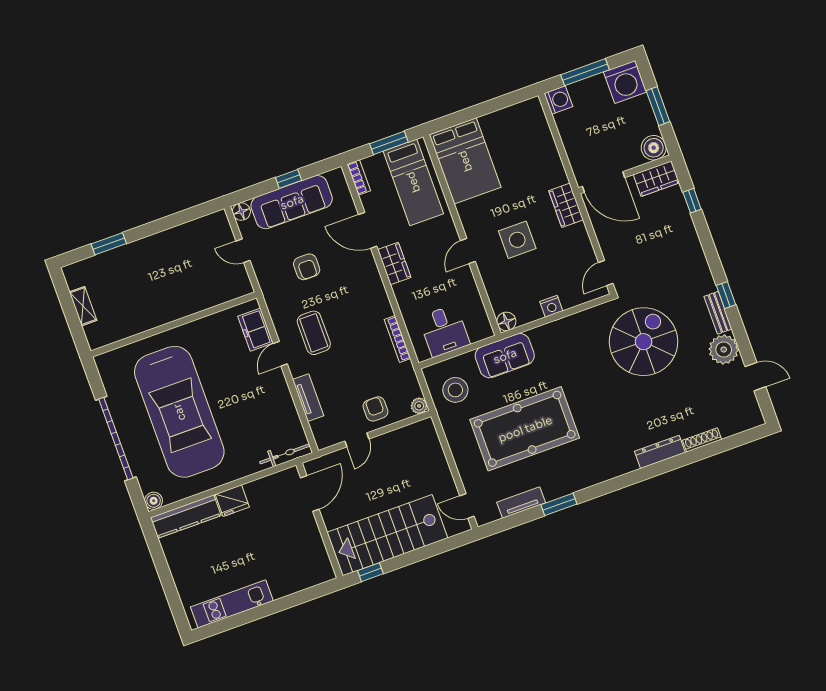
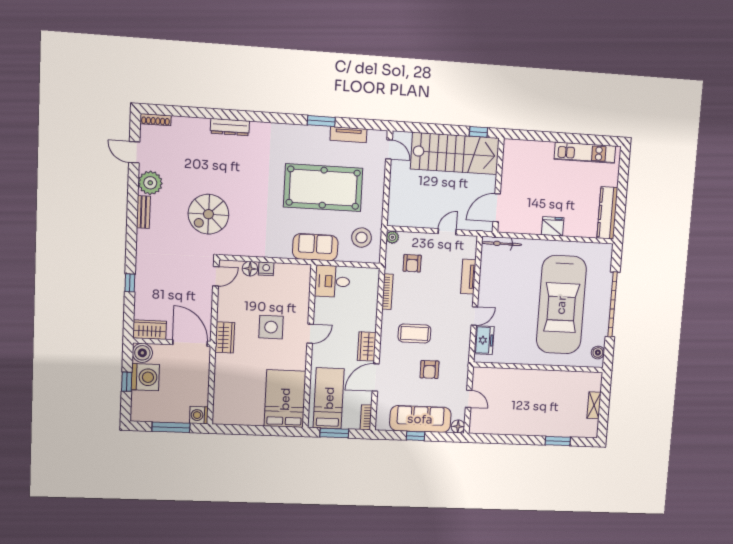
washing machine: (625, 82) -> (145, 377), moved, turned 90
window: (658, 106) -> (127, 382), width x0.67
window: (692, 201) -> (130, 283), moved
door: (368, 230) -> (376, 378), swing flipped
armchair: (307, 267) -> (429, 369), turned 180
window: (726, 295) -> (132, 223), removed
floor lamp: (506, 321) -> (250, 269), moved
desk: (444, 331) -> (332, 281), moved, turned -90
coffee table: (314, 333) -> (414, 333), moved, turned 90
spiral stairs: (644, 342) -> (208, 214), width x0.73, depth x0.73
armchair: (375, 409) -> (412, 263), moved
car: (179, 412) -> (561, 305), turned 180
shoe rack: (702, 440) -> (156, 120), moved
boiler: (154, 501) -> (598, 353), moved
kitchen counter: (186, 517) -> (607, 213), moved, turned -90

